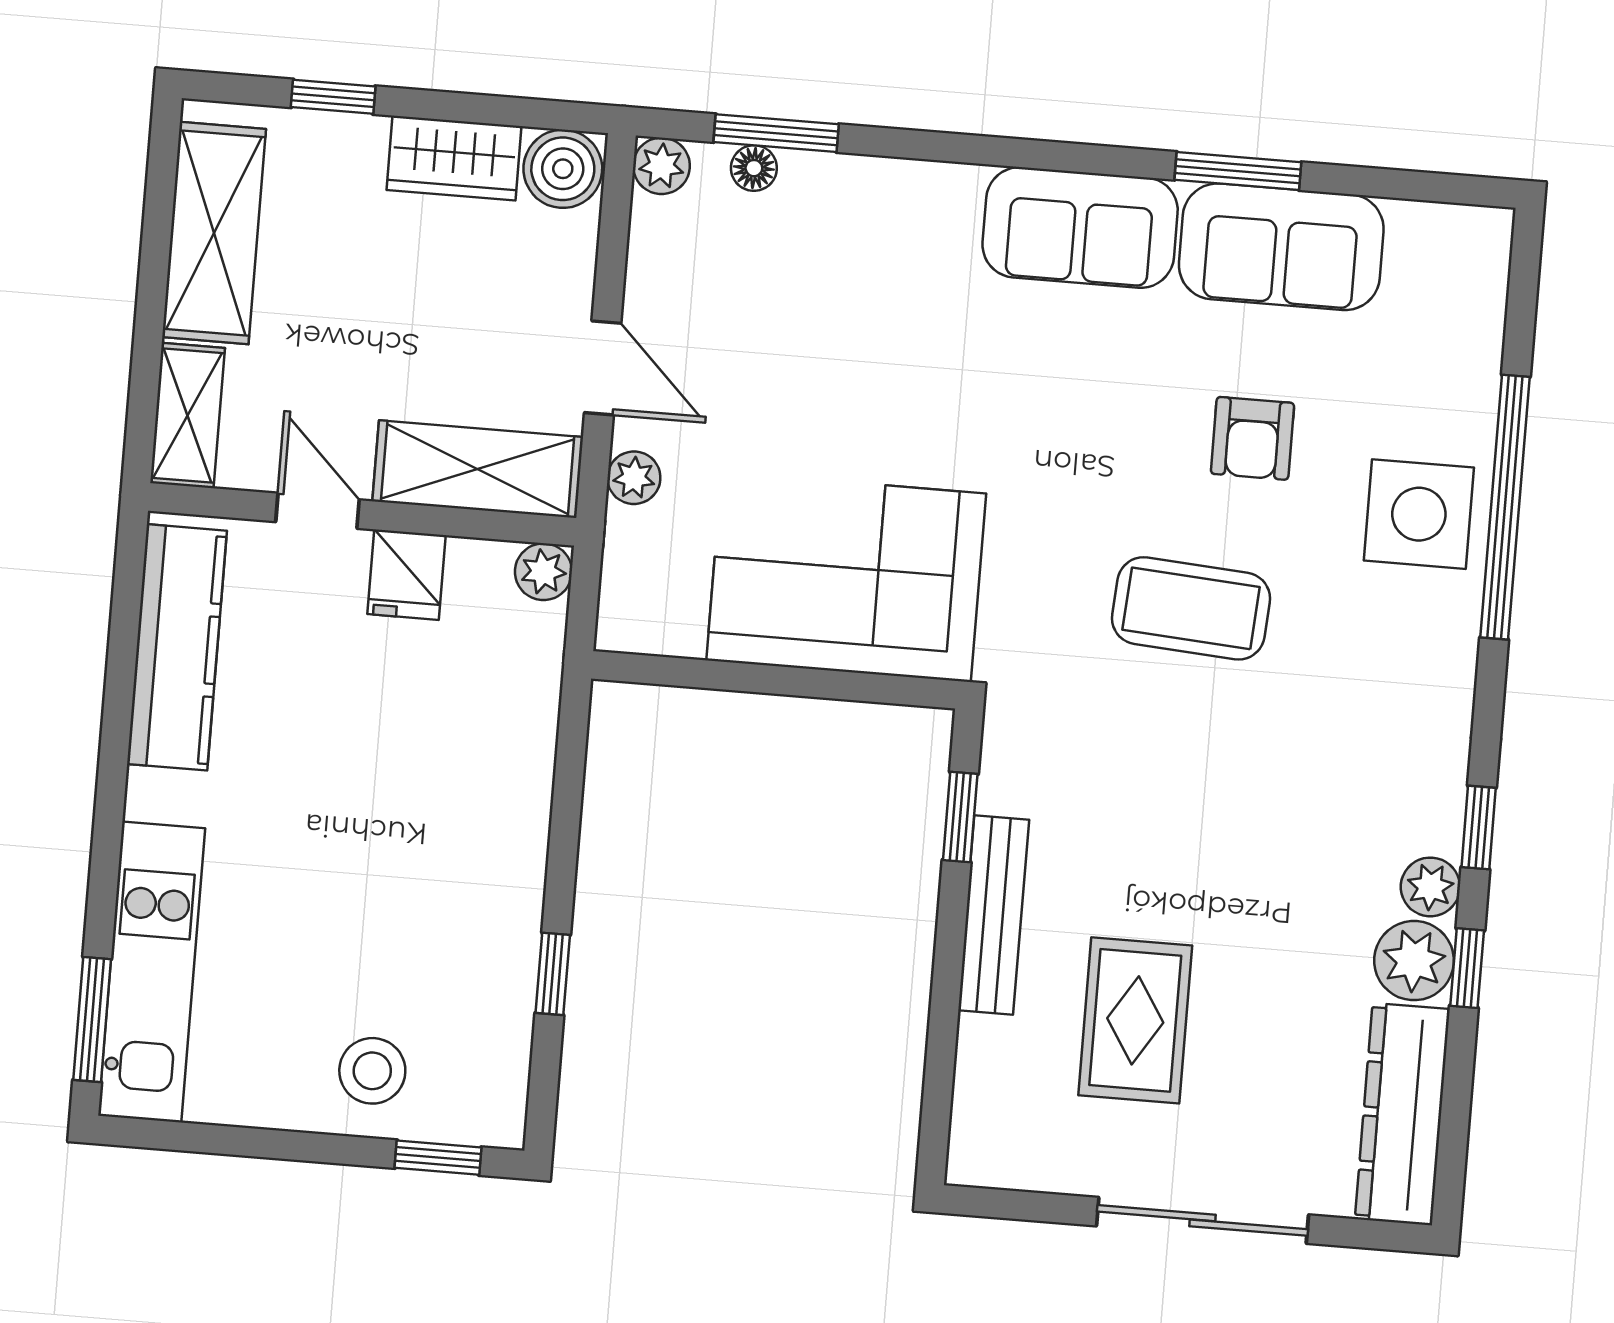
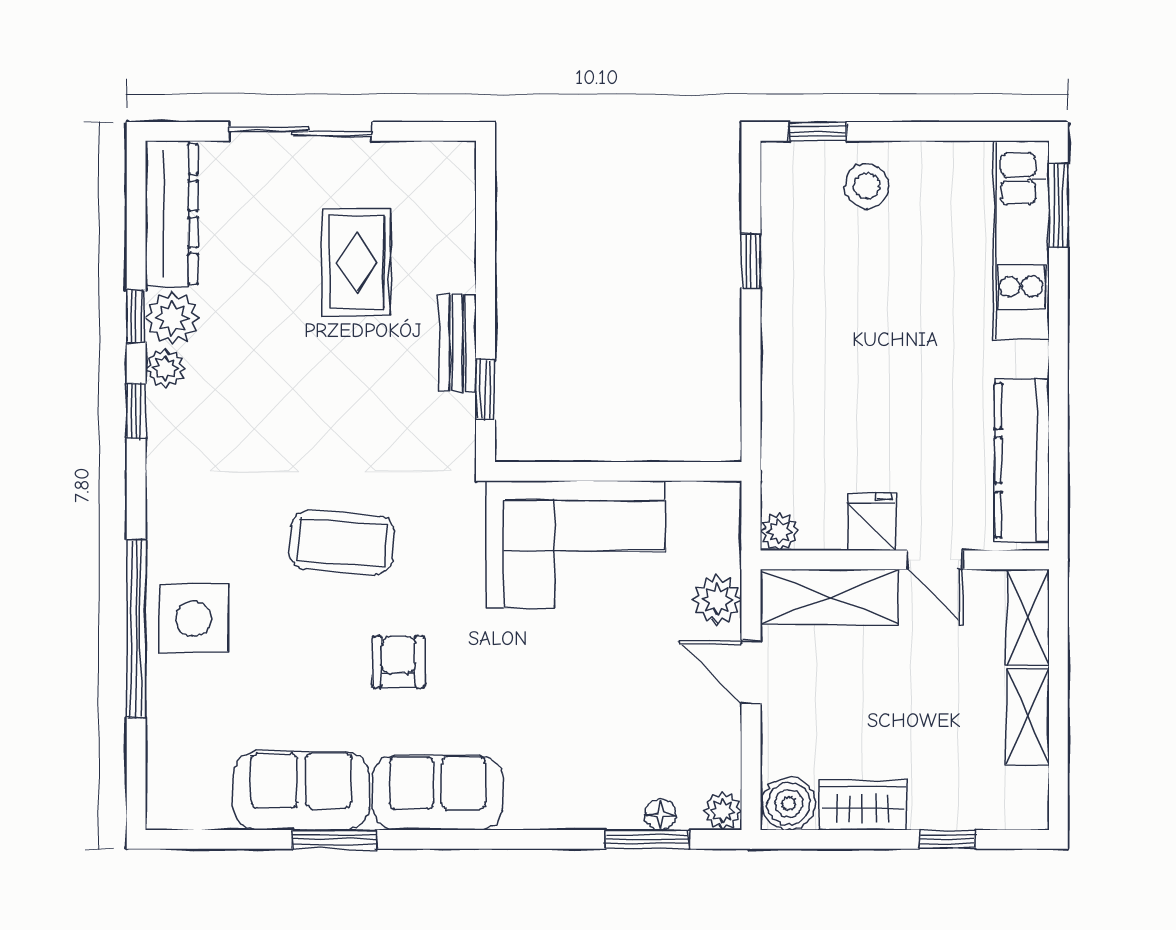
shelving: (214, 233) -> (1027, 717), width x0.67, depth x0.75
armchair: (1252, 438) -> (398, 662), moved
plant: (634, 478) -> (717, 600), width x1.38, depth x1.38
bench: (994, 915) -> (458, 343), width x0.73

